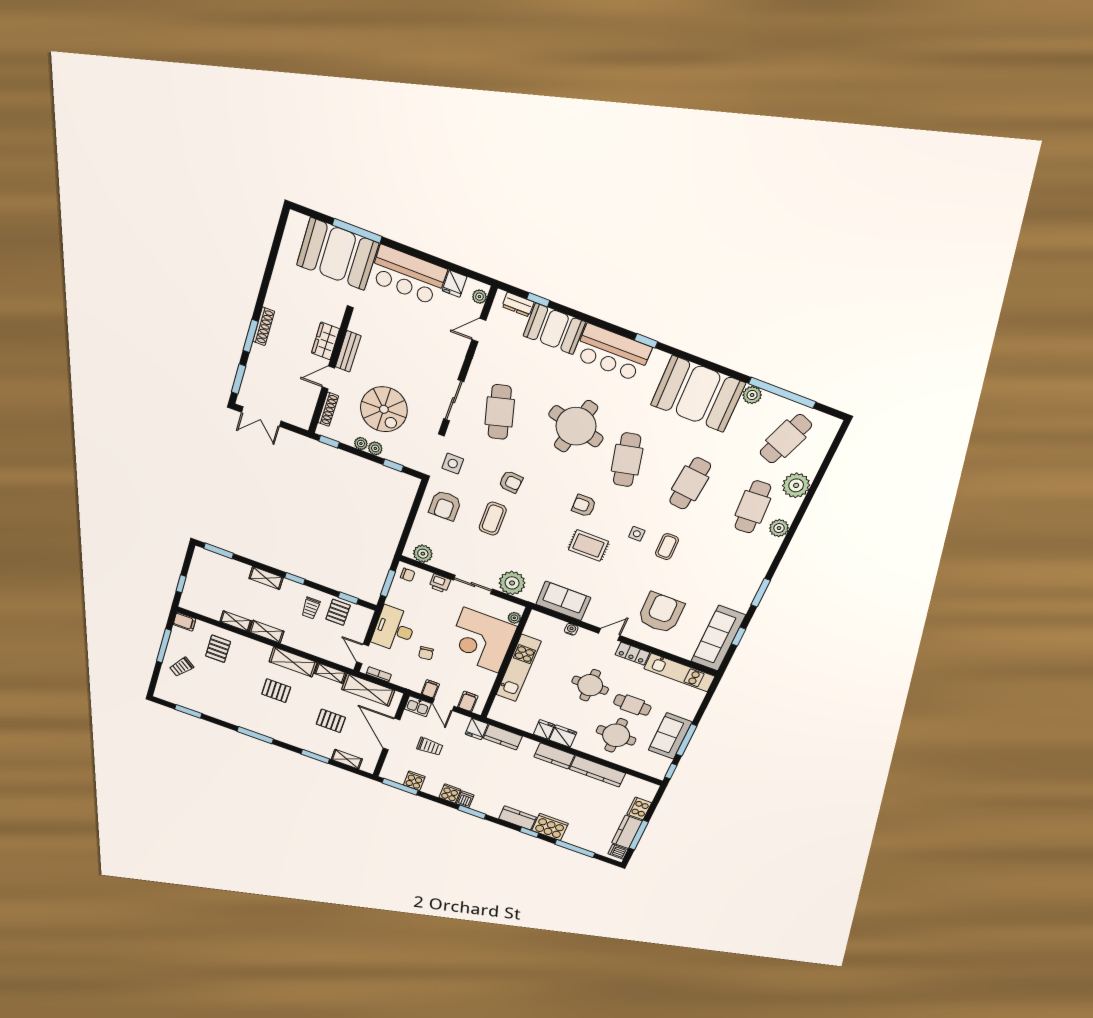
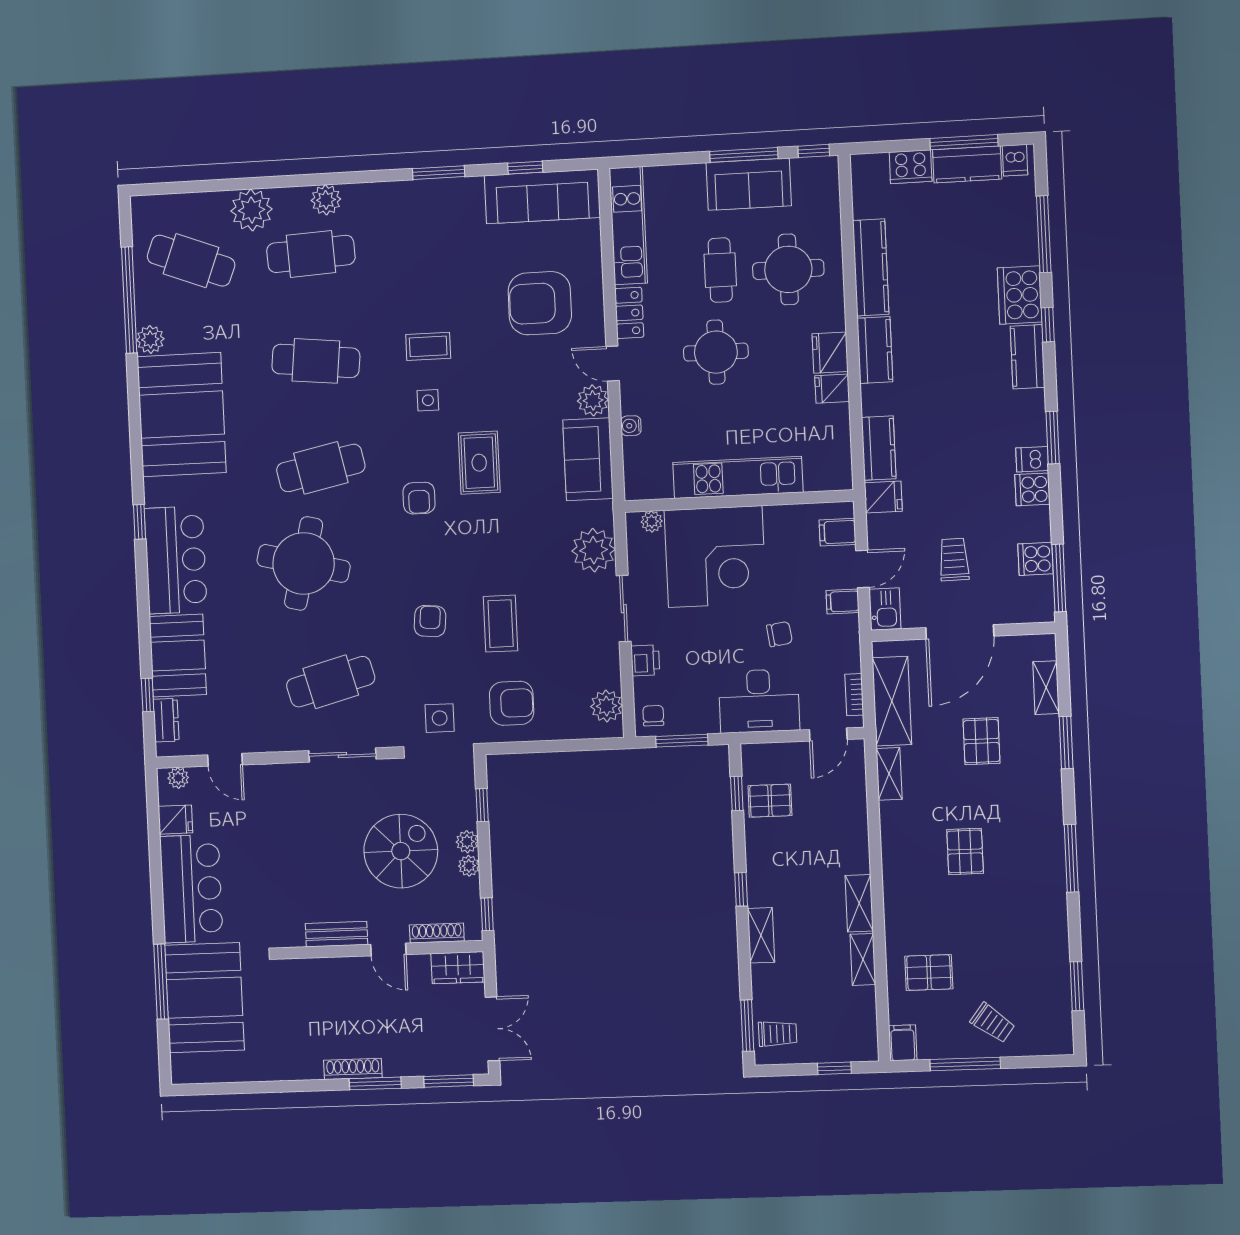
wardrobe: (326, 341) -> (458, 968), moved
coffee table: (493, 519) -> (501, 624), turned 90
trolley: (311, 608) -> (778, 1034), moved
plant: (594, 617) -> (593, 400), added
shelving: (293, 662) -> (896, 842), removed

